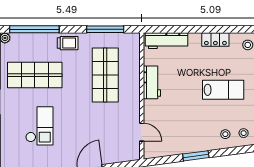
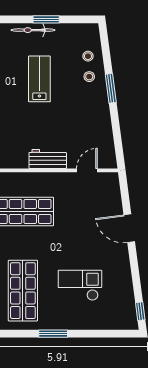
workbench: (152, 82) -> (48, 159), moved
window: (196, 156) -> (111, 88), moved

